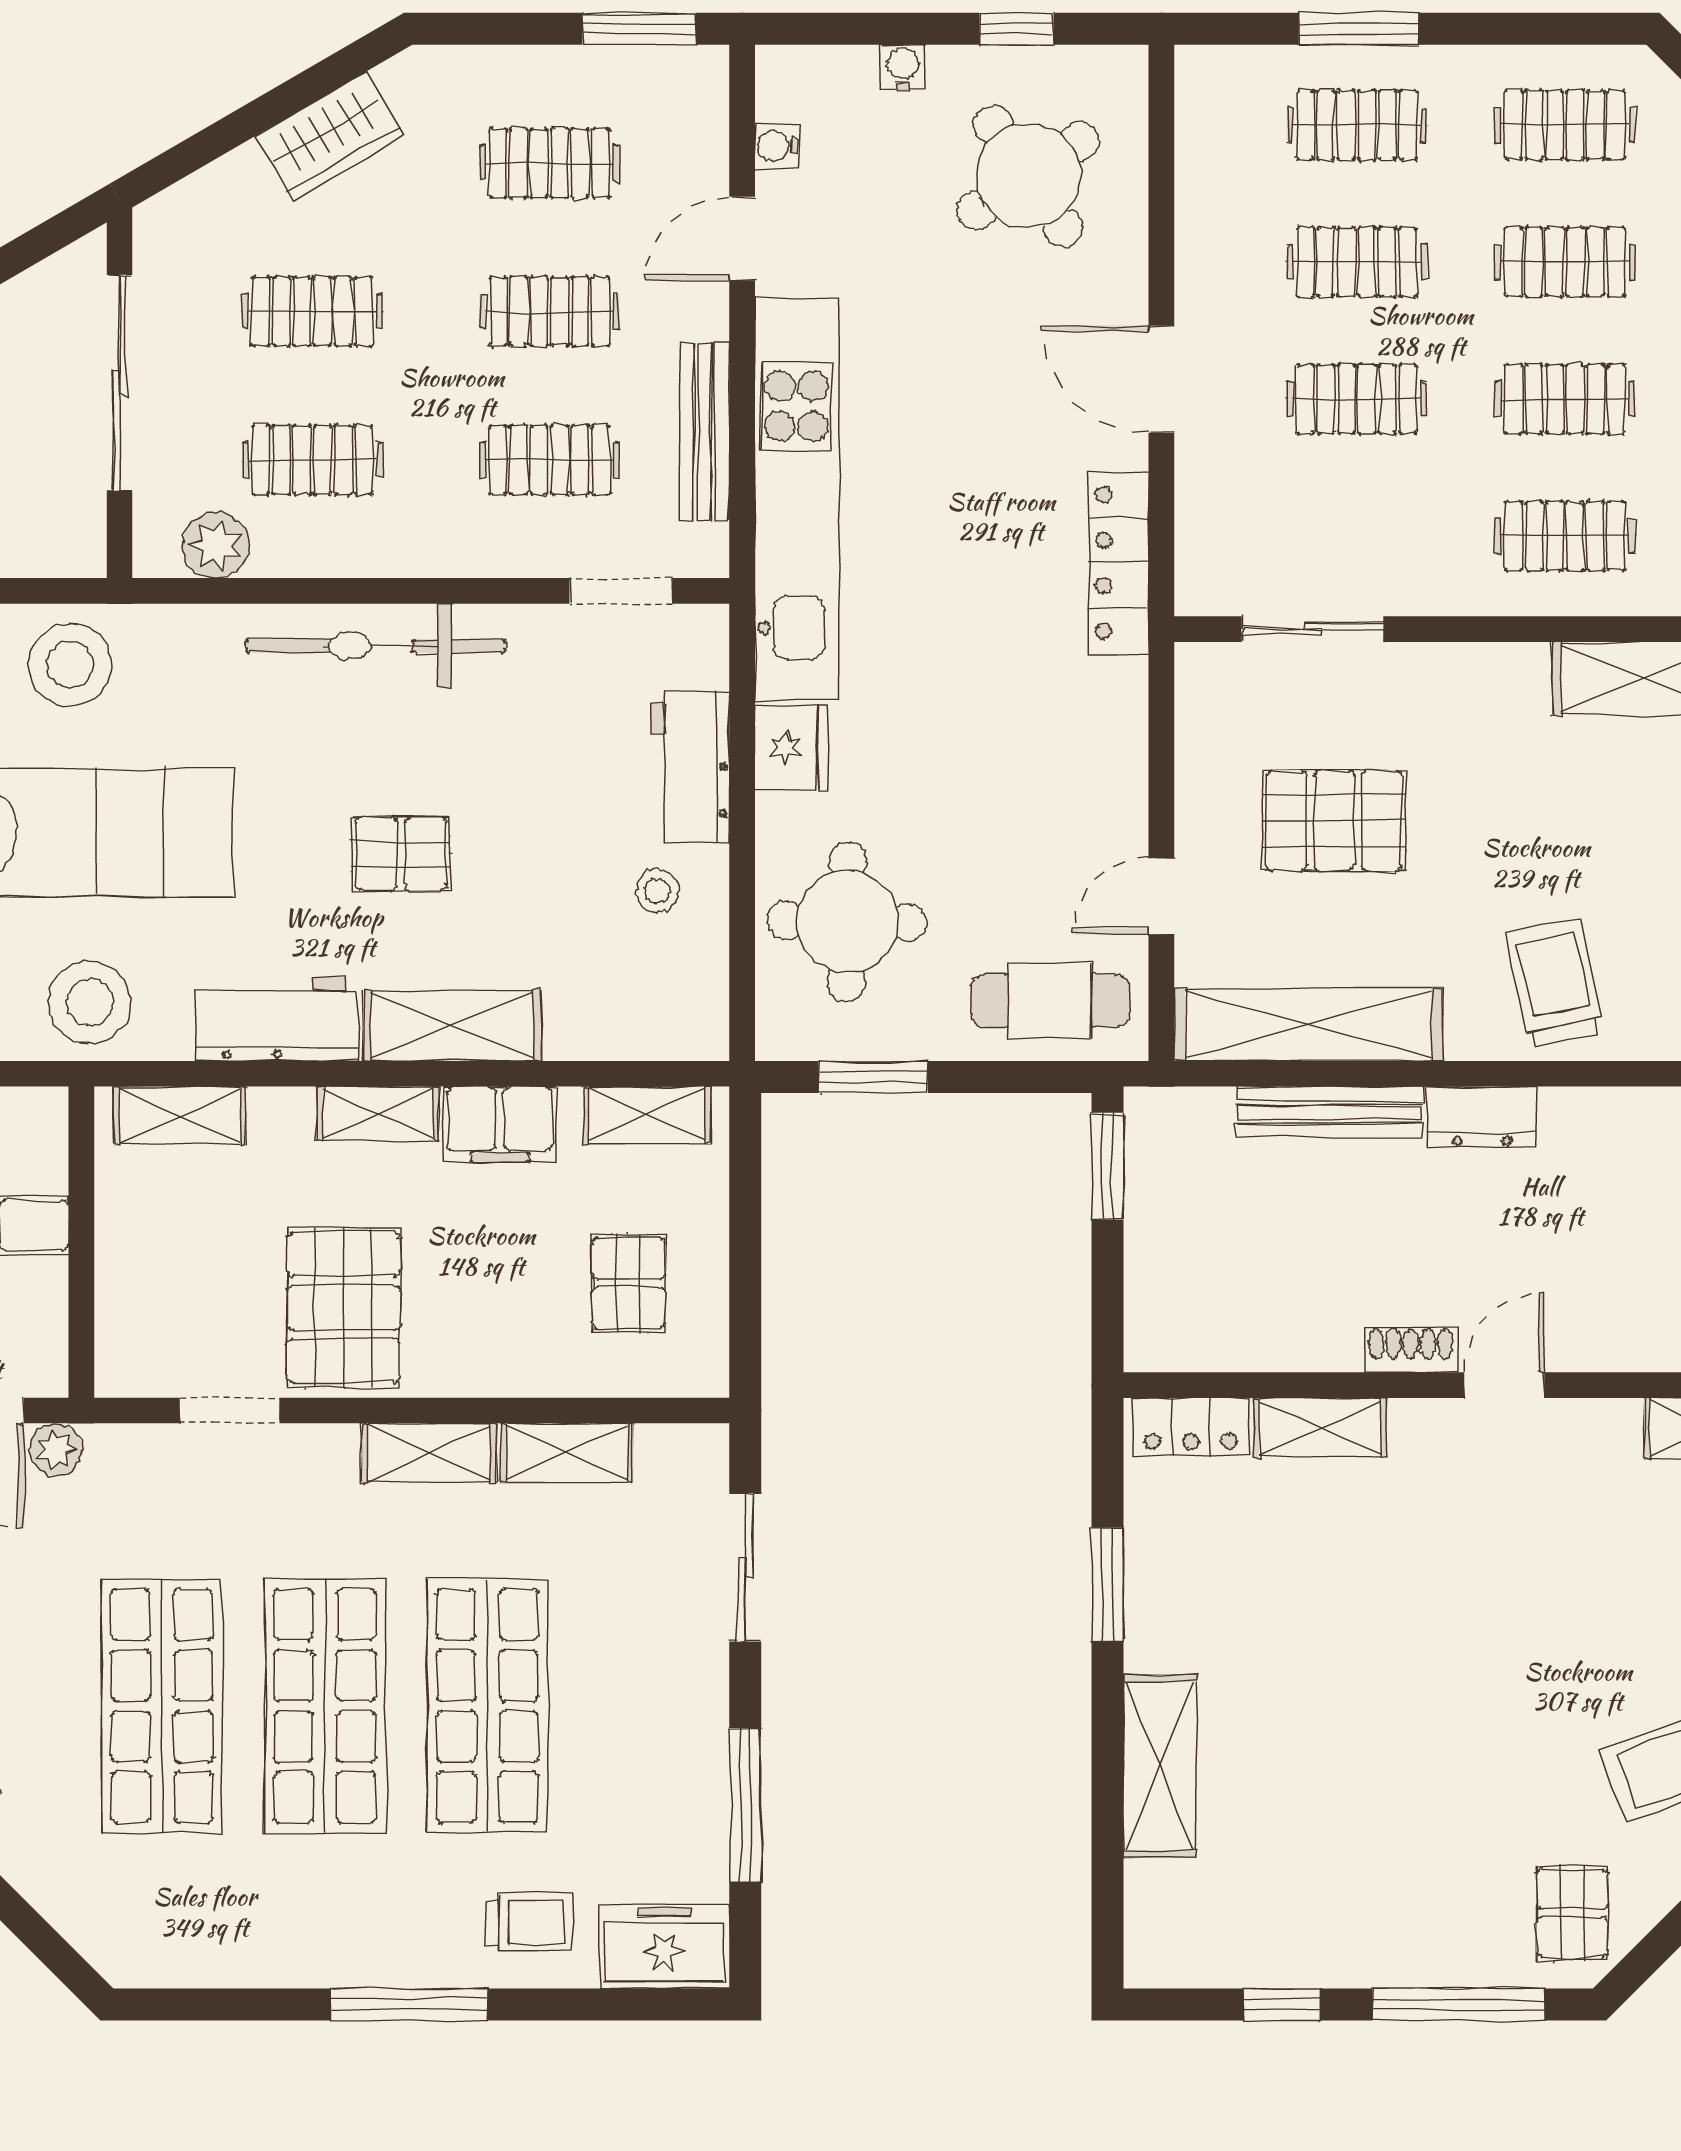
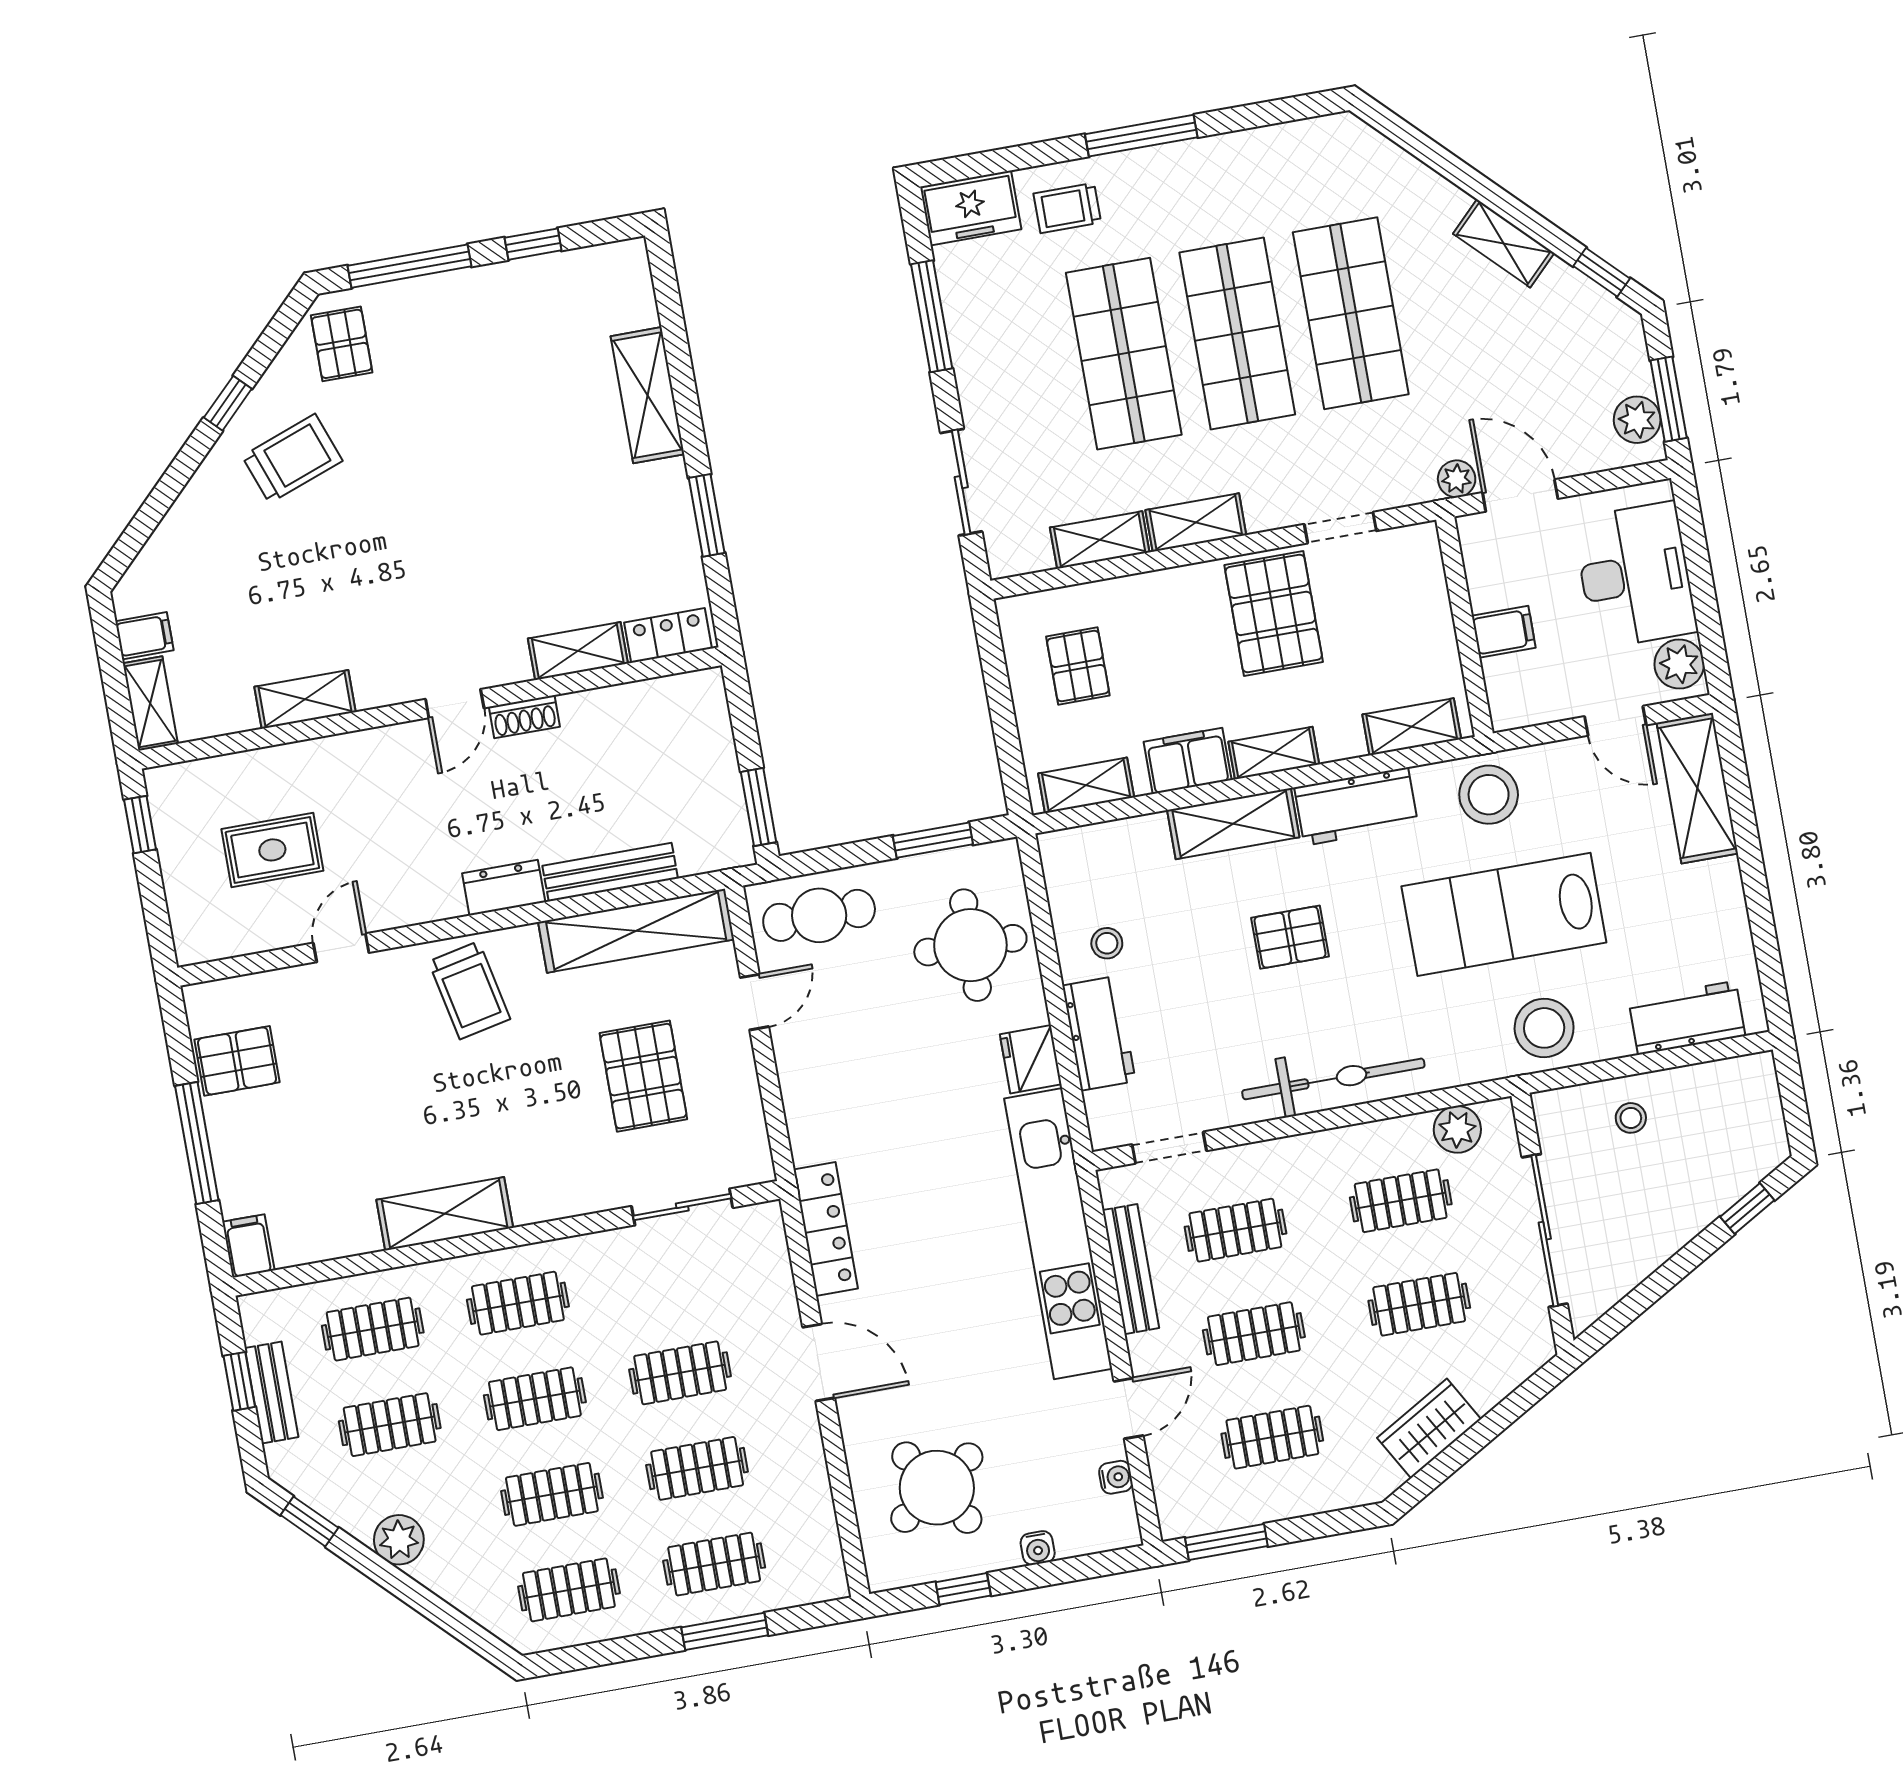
pallet: (1334, 821) -> (643, 1076), turned 90

